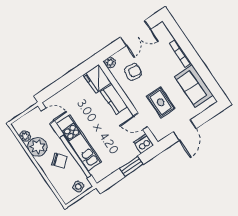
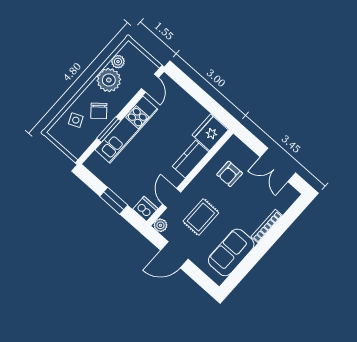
plant: (110, 63) -> (160, 225), moved
armchair: (133, 72) -> (230, 174), turned 81
window: (75, 157) -> (109, 130), width x0.47
side table: (78, 187) -> (76, 120), moved

